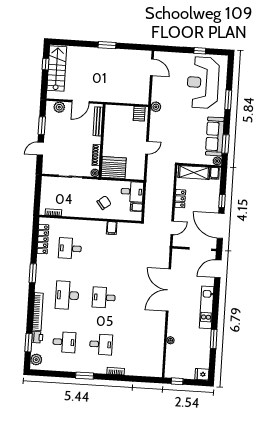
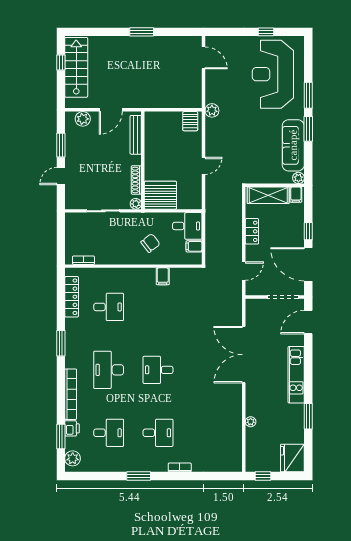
window: (226, 144) -> (308, 129), moved
desk: (70, 248) -> (109, 307), turned 180
fridge: (202, 374) -> (292, 458), width x1.88, depth x1.34

